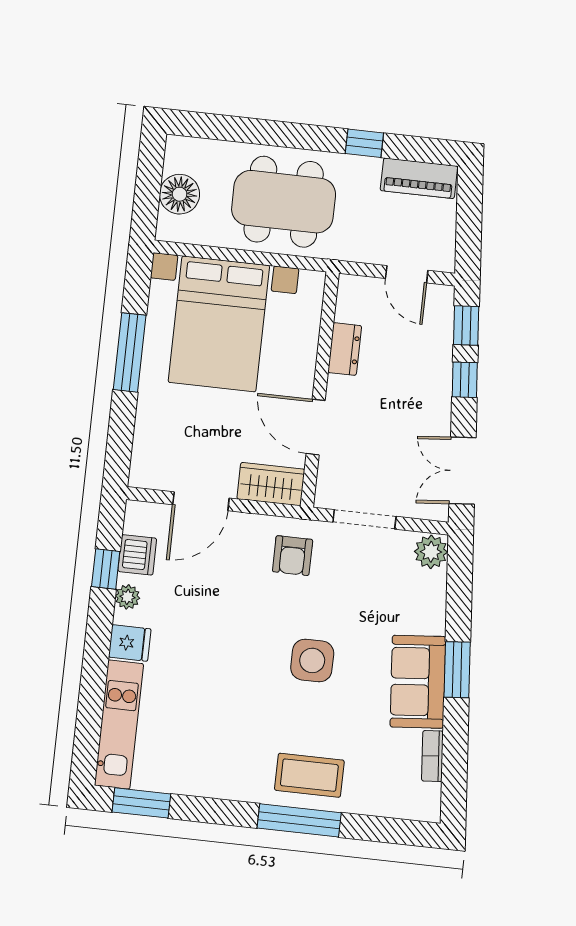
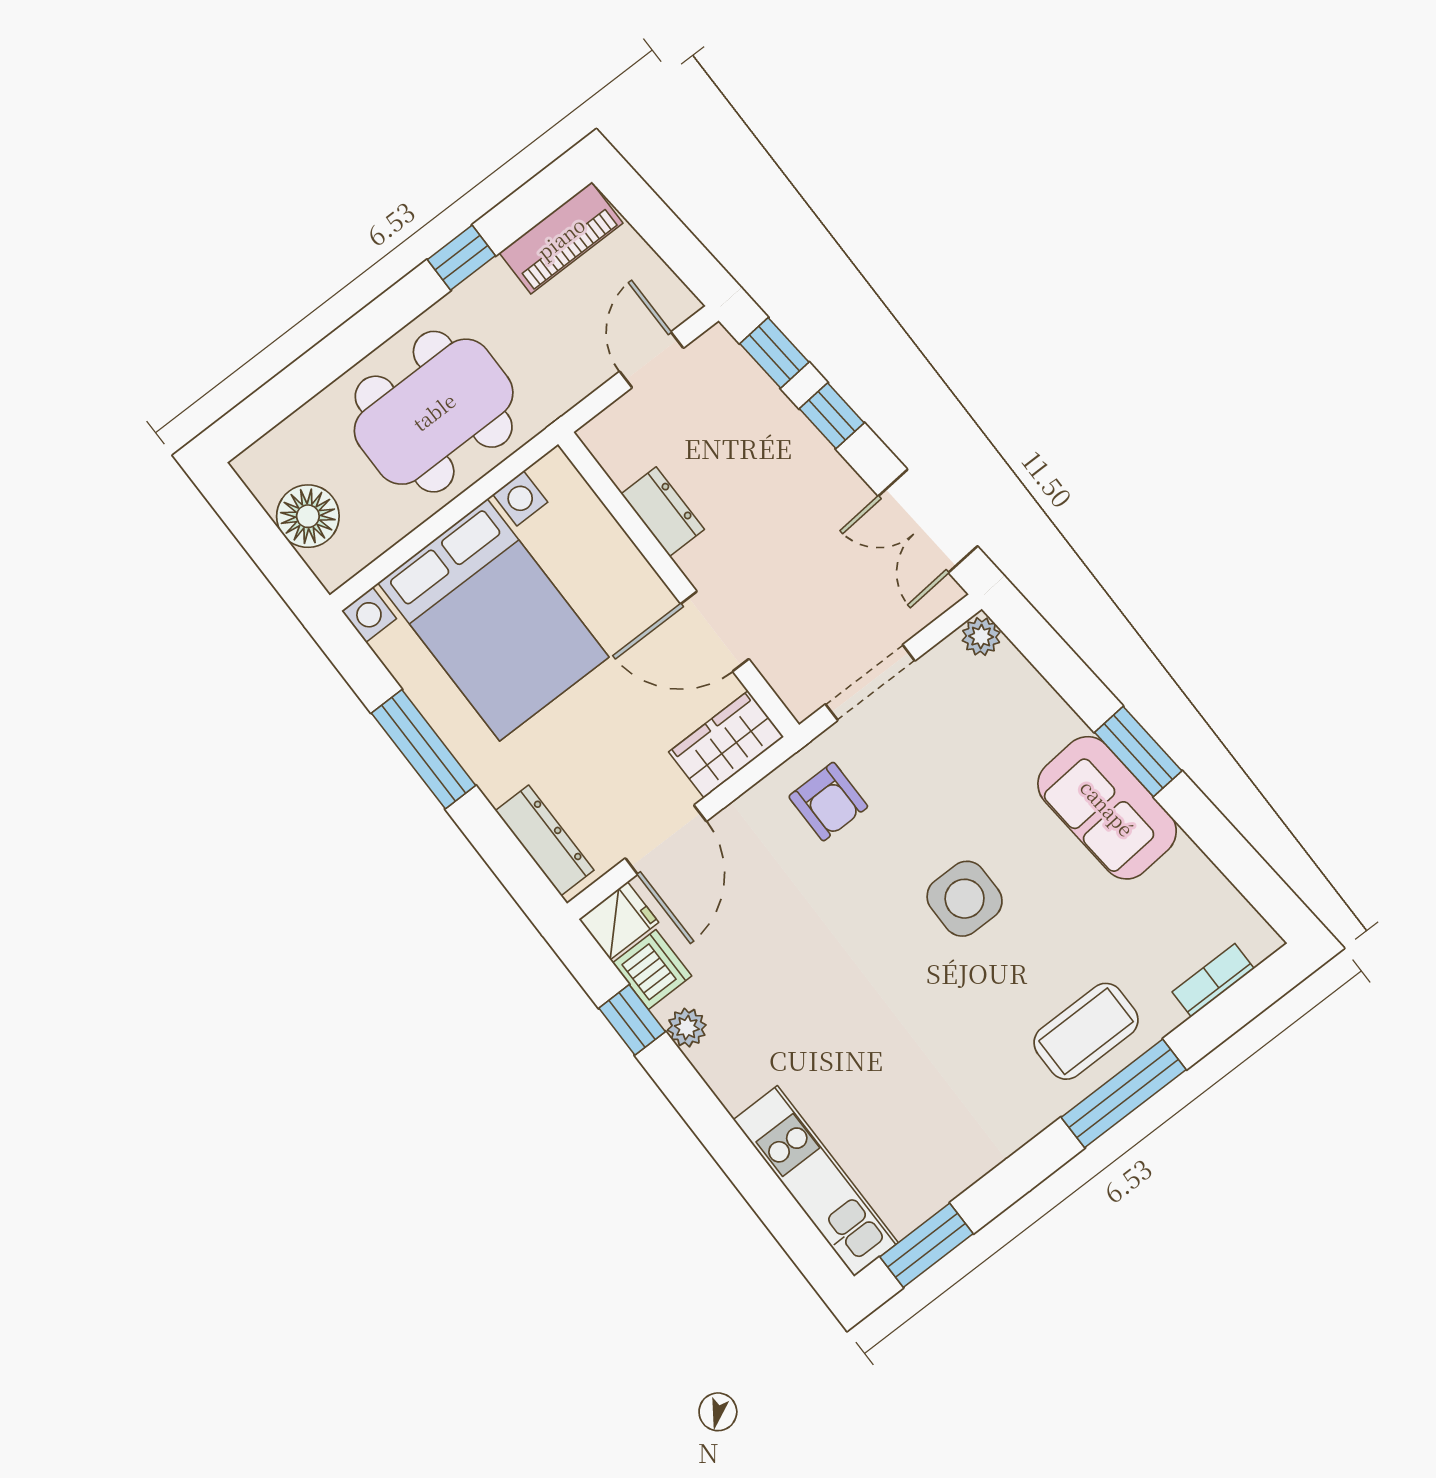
door: (407, 274) -> (652, 360), swing flipped
dresser: (145, 448) -> (545, 840), added
plant: (431, 552) -> (981, 637), width x0.73, depth x0.73
fridge: (130, 643) -> (619, 921), moved
bookcase: (432, 756) -> (1213, 980), moved, turned 95

